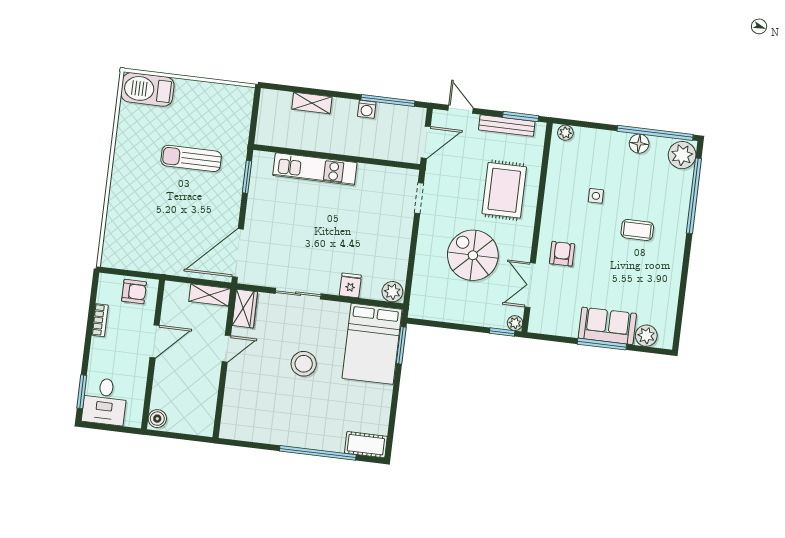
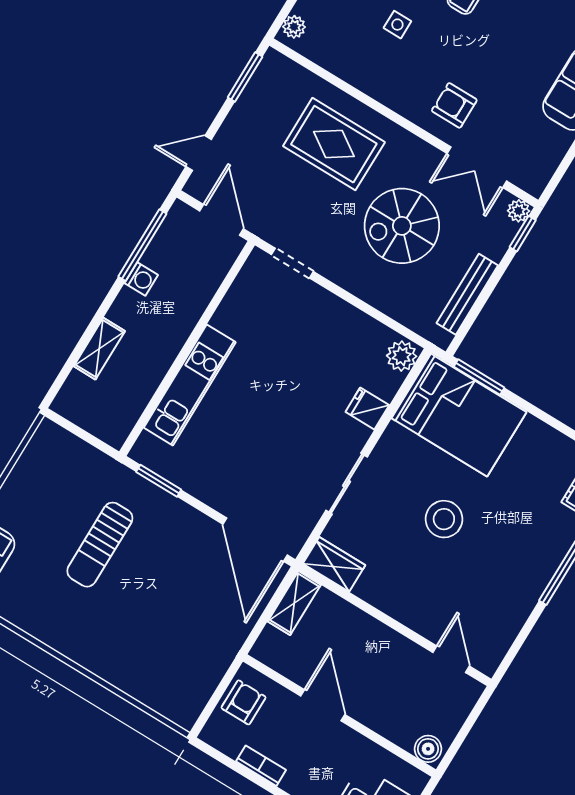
bench: (507, 126) -> (467, 294), moved
door: (226, 349) -> (451, 659), moved

